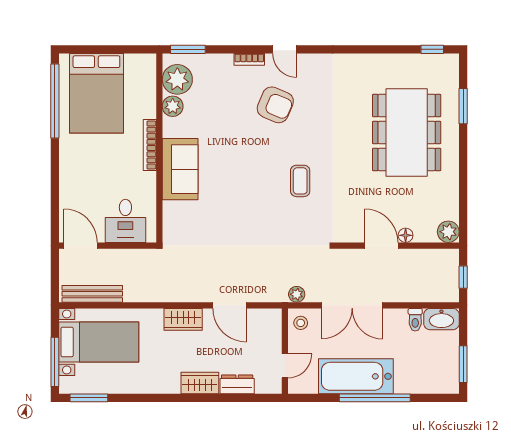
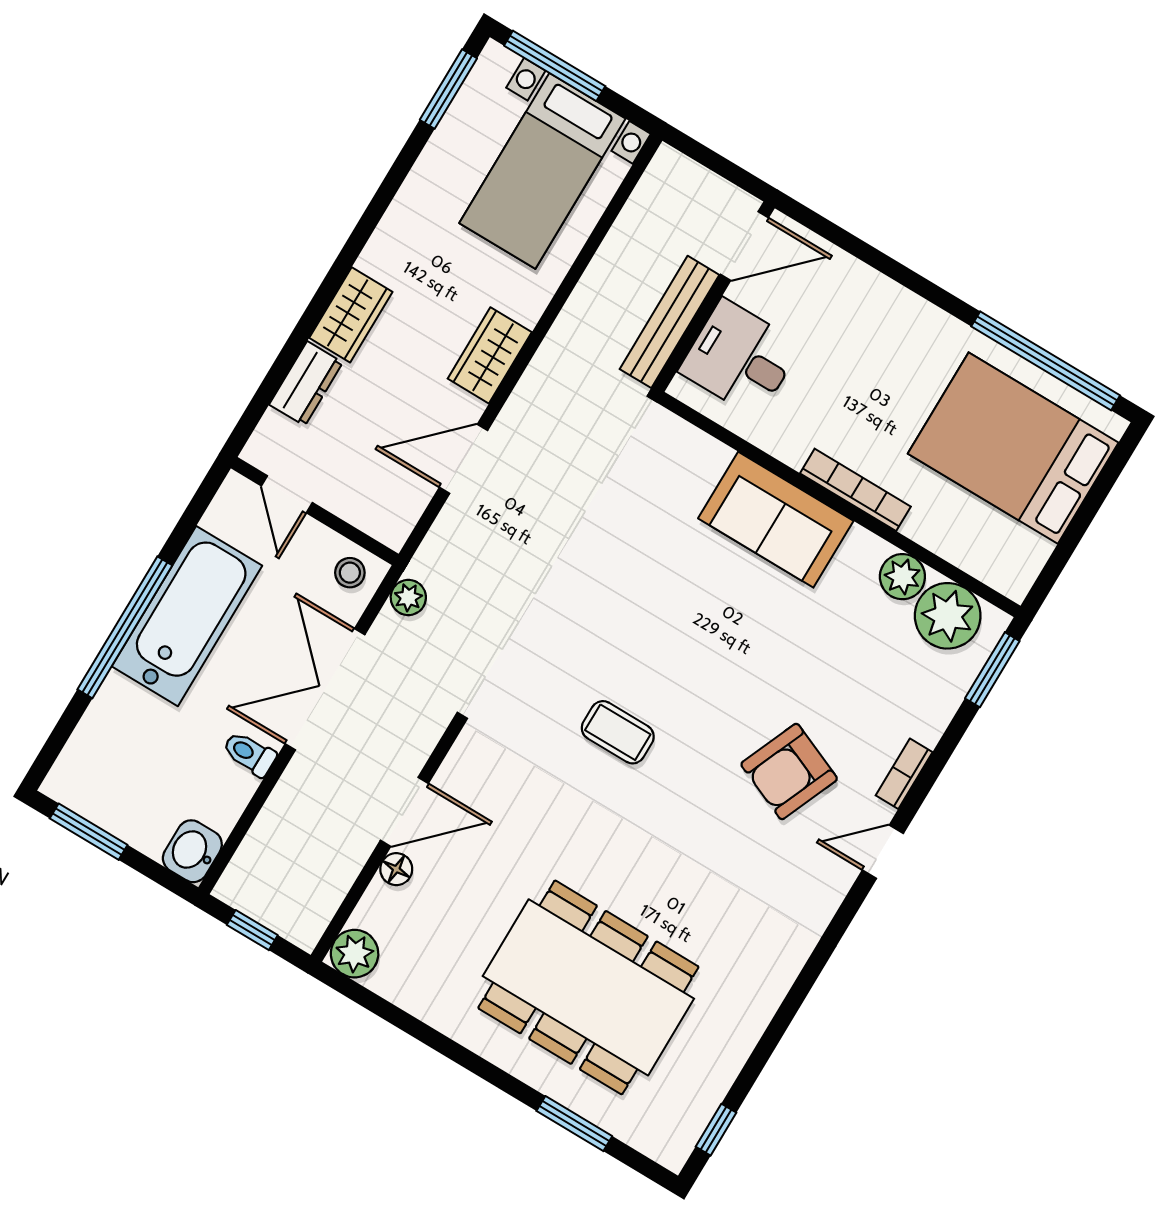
bench: (92, 294) -> (669, 322), moved
washbasin: (441, 319) -> (192, 851), width x0.72
toilet: (415, 320) -> (249, 754), moved

